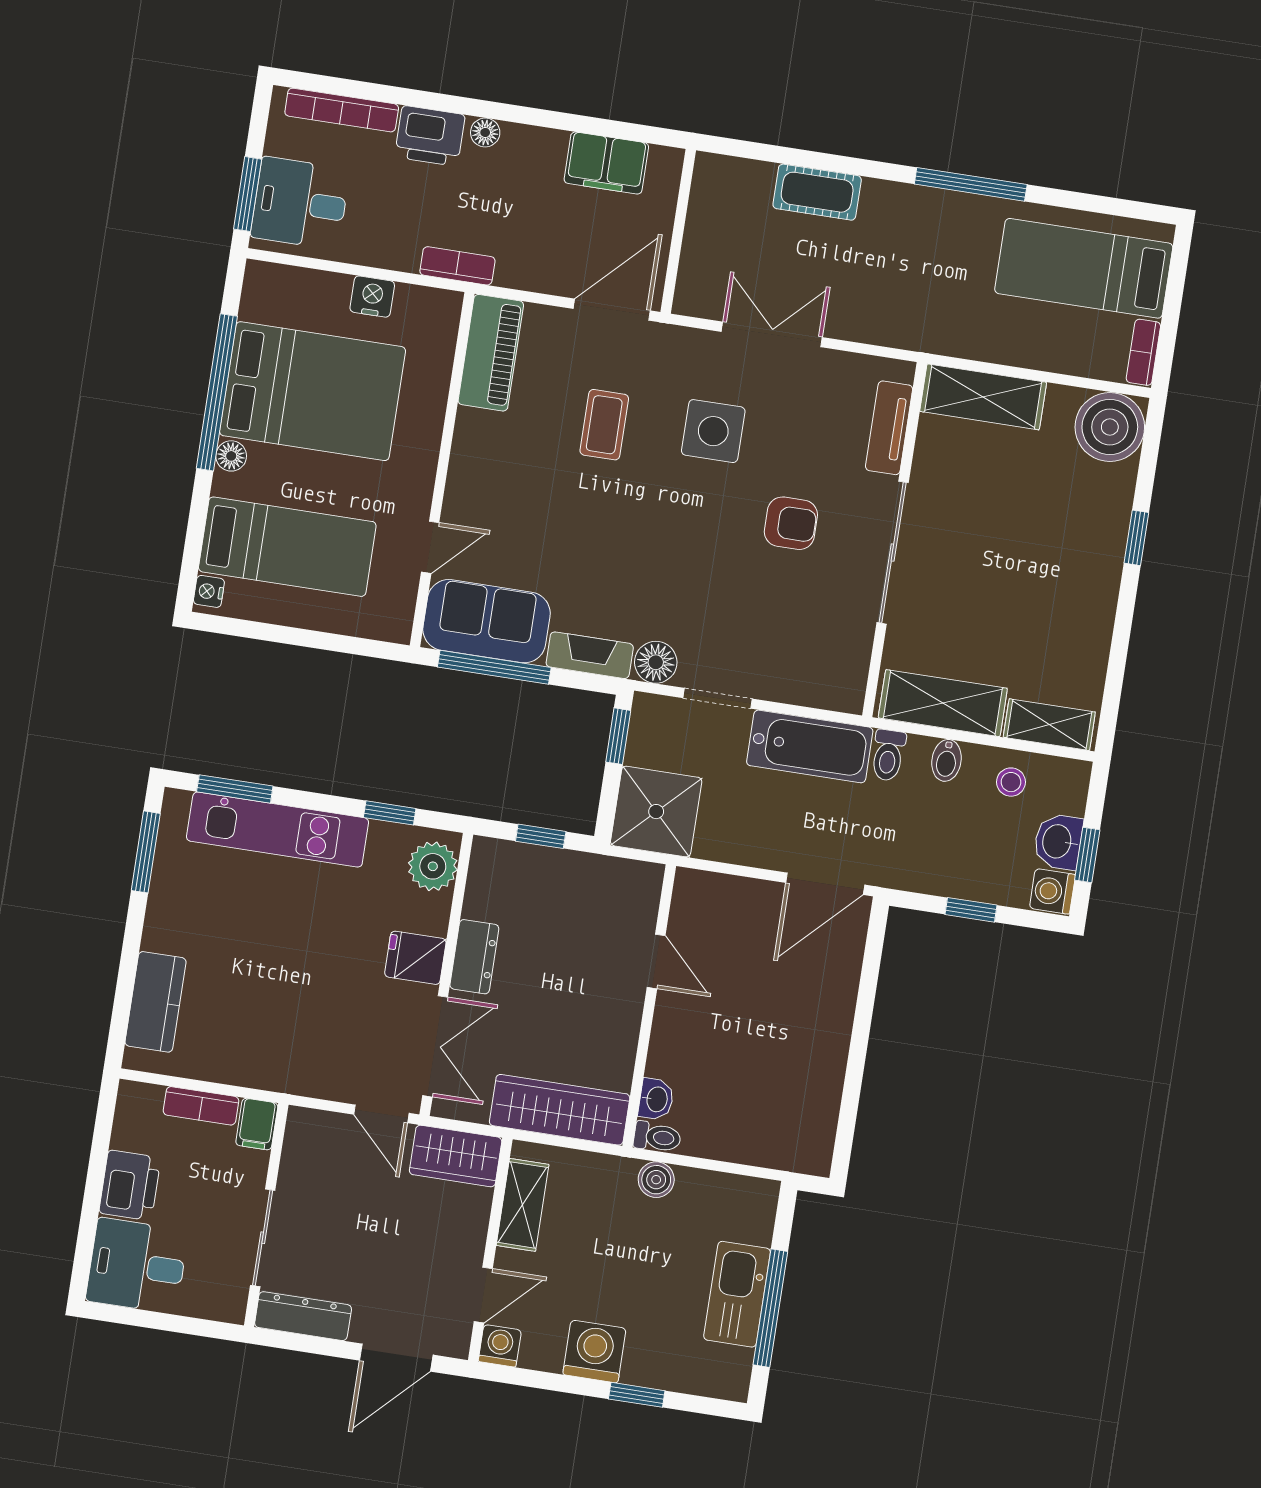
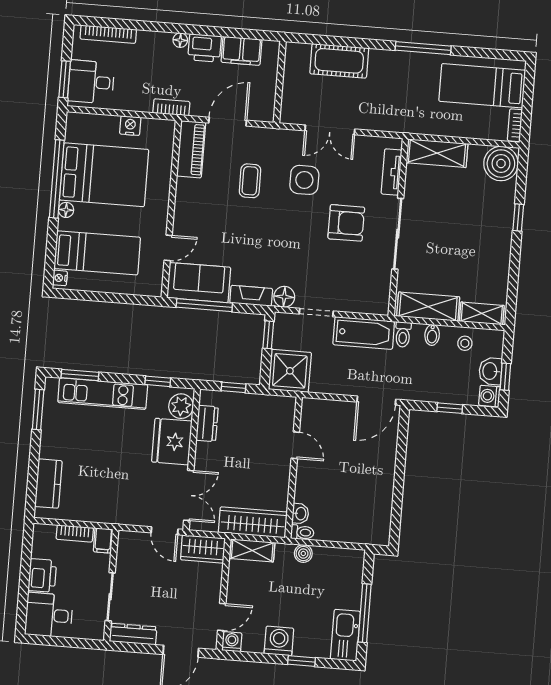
printer: (430, 136) -> (205, 48), moved
cot: (817, 192) -> (339, 61), width x1.37, depth x1.34
door: (612, 310) -> (228, 122), moved
double door: (772, 334) -> (330, 130), swing flipped
armchair: (791, 523) -> (346, 223), width x1.38, depth x1.38
dresser: (474, 957) -> (207, 423), moved
fridge: (415, 958) -> (172, 442), width x1.88, depth x1.34
shelving: (523, 1205) -> (252, 550), moved, turned 90
kitchen sink: (737, 1294) -> (345, 635), moved

